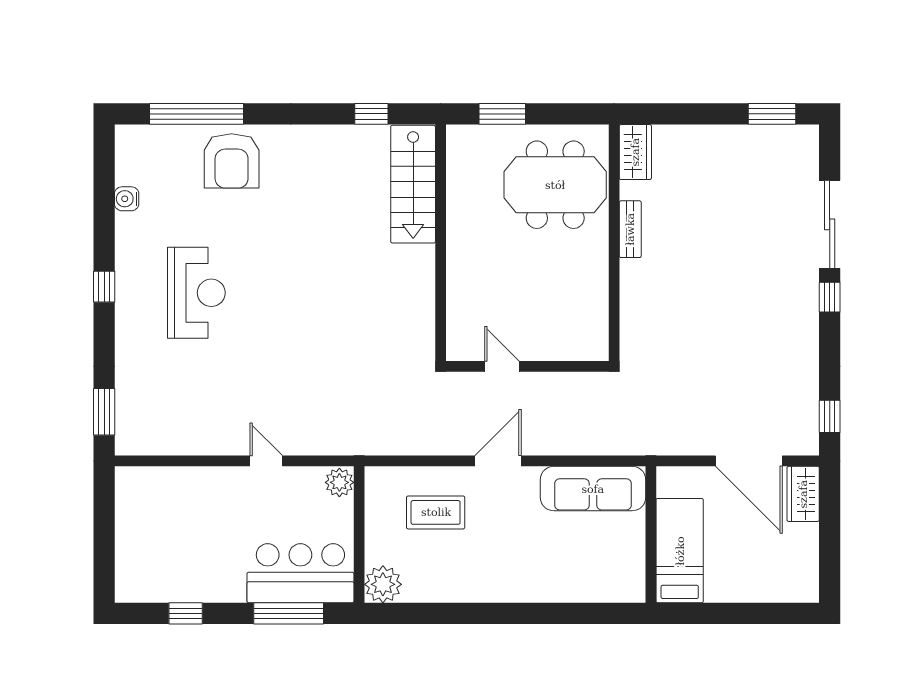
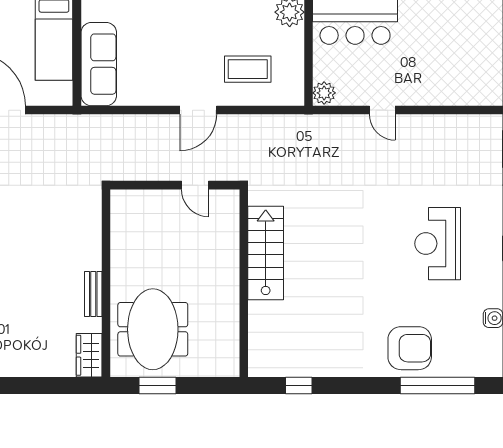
window: (502, 114) -> (157, 385), moved
armchair: (232, 161) -> (410, 348), turned 90
stairs: (413, 184) -> (266, 253), moved
meeting table: (555, 185) -> (153, 329), turned 90
sofa: (593, 489) -> (99, 64), moved, turned 90

